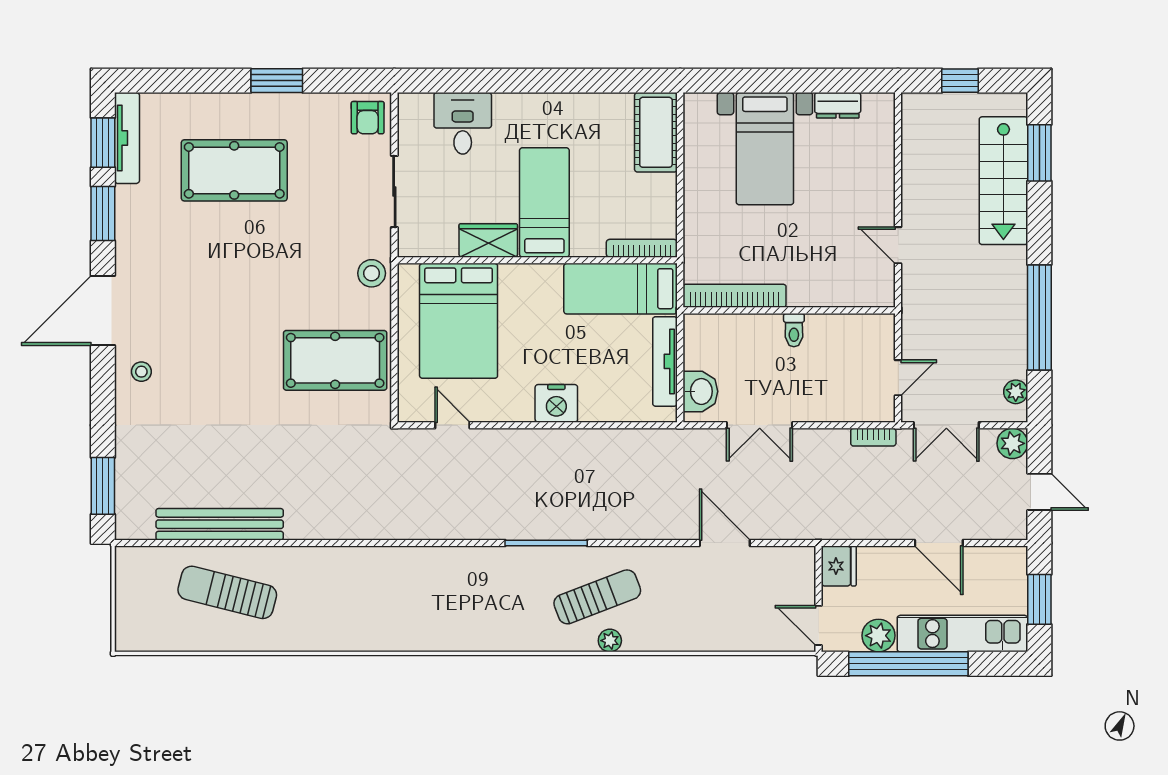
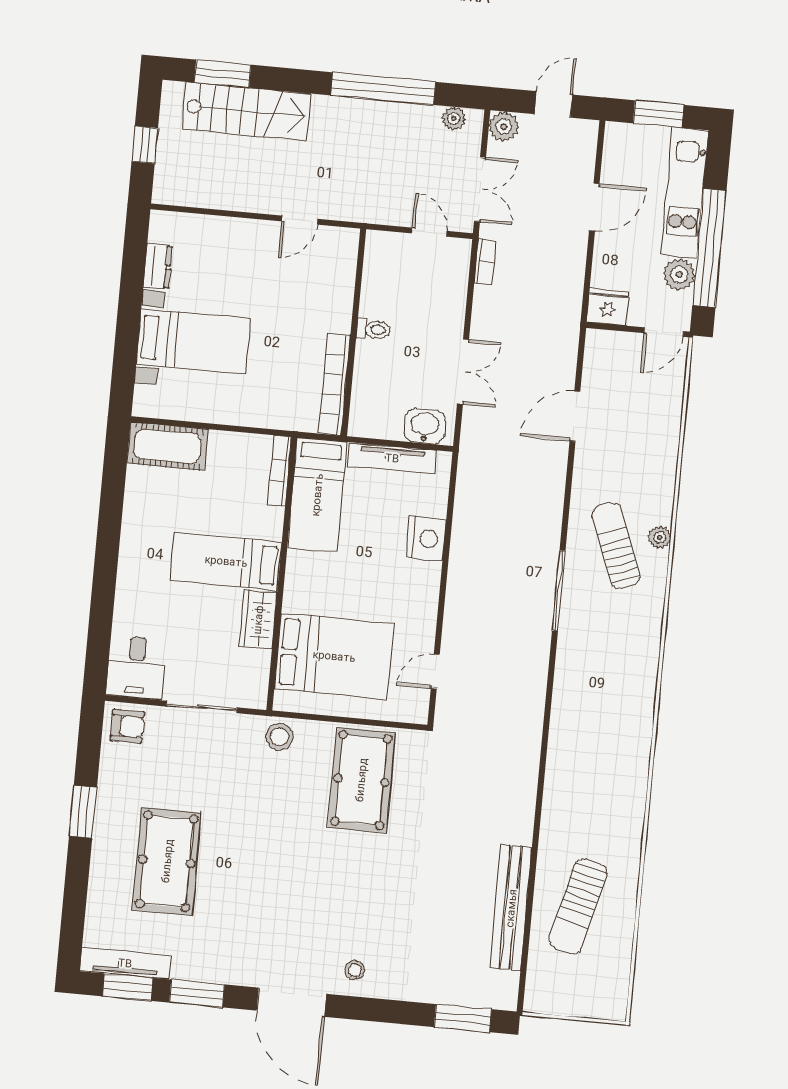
desk: (463, 123) -> (136, 667), moved, turned -90
nightstand: (556, 403) -> (426, 538), moved

